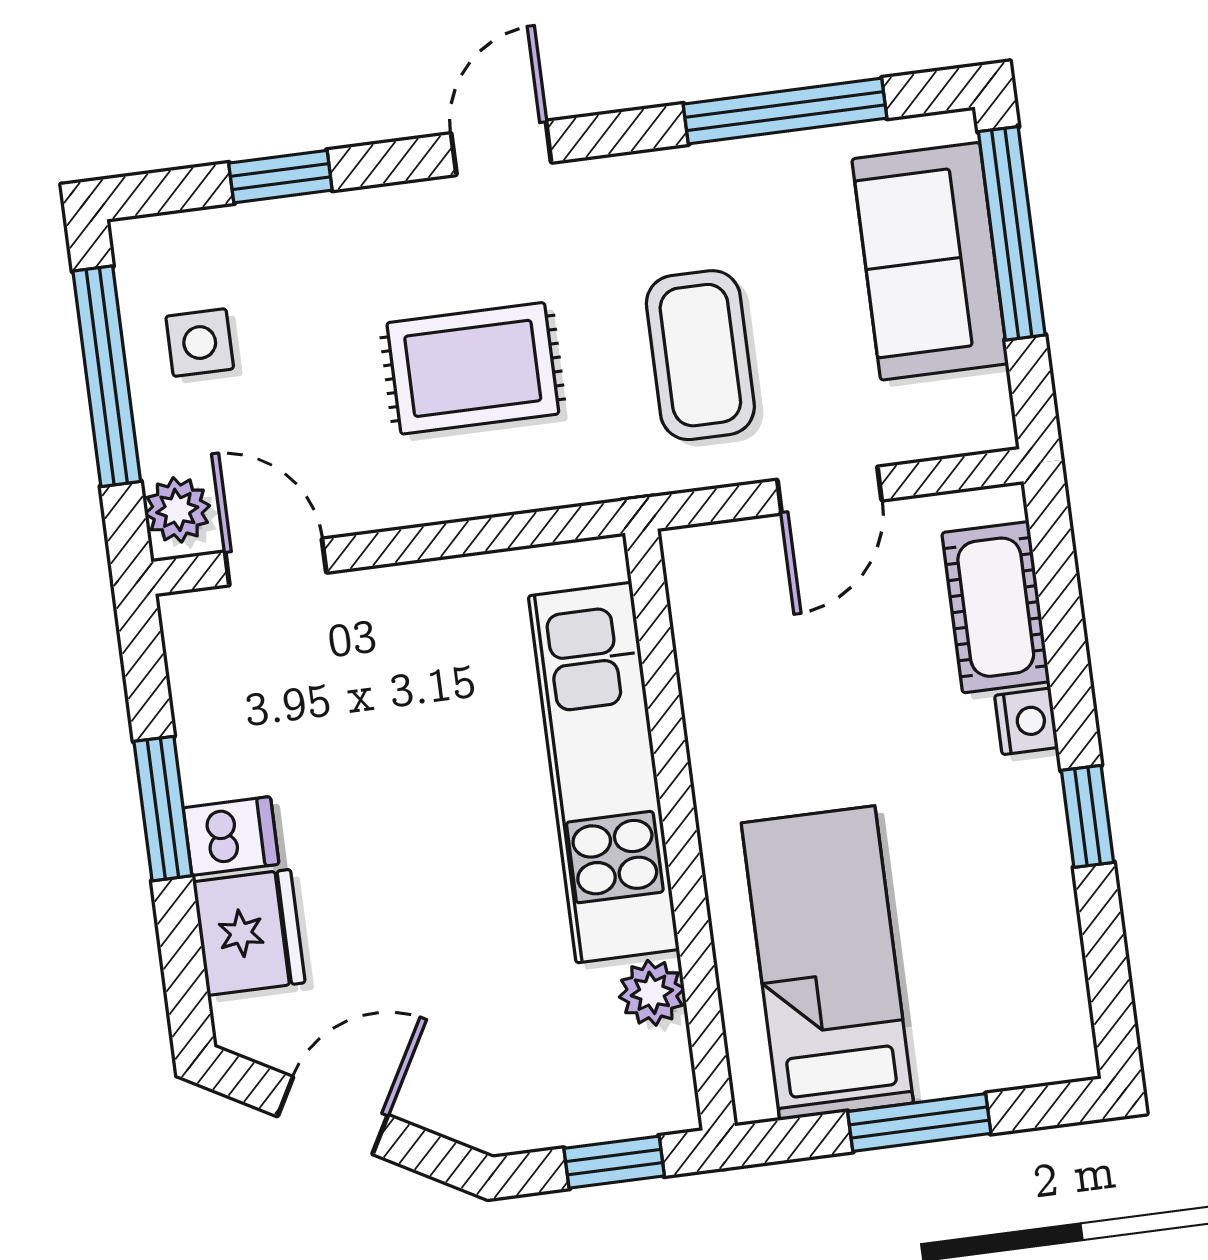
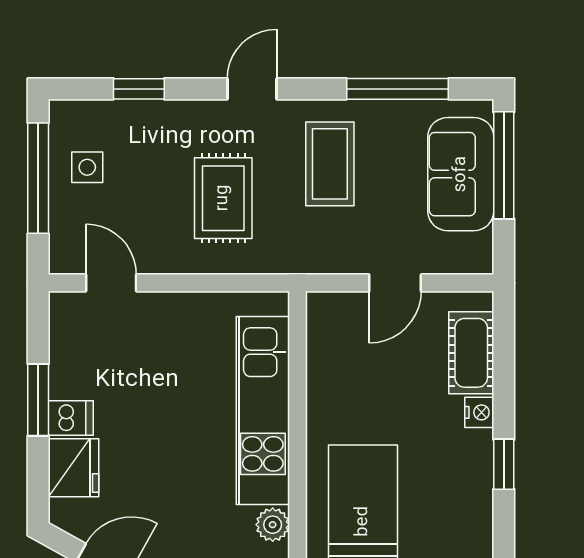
coffee table: (700, 355) -> (330, 164), moved
rug: (473, 368) -> (223, 198), turned 90
plant: (177, 510) -> (65, 250), removed

